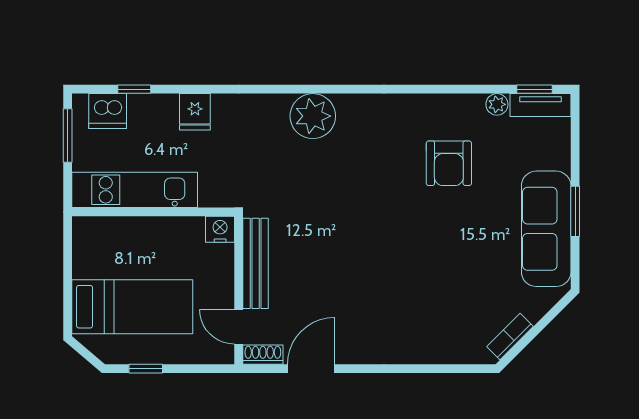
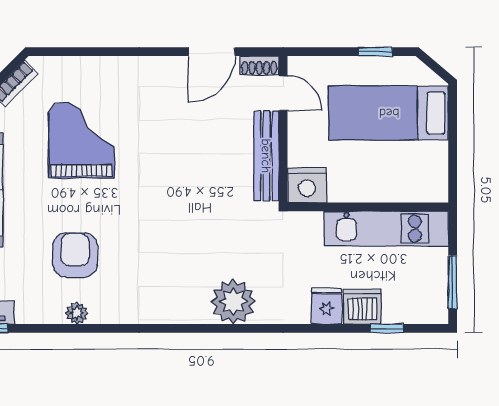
plant: (497, 104) -> (77, 313), moved
dishwasher: (108, 111) -> (363, 307), moved
plant: (313, 116) -> (233, 302), moved
nightstand: (220, 229) -> (307, 185), width x1.36, depth x1.33
grand piano: (442, 279) -> (81, 140), added

